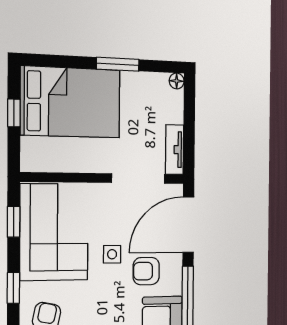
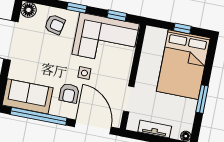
tv unit: (175, 150) -> (155, 129), moved
doorway: (138, 178) -> (129, 99), width x0.73
armchair: (146, 271) -> (69, 93), turned 180

